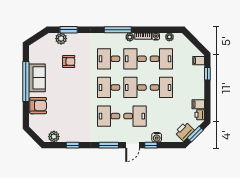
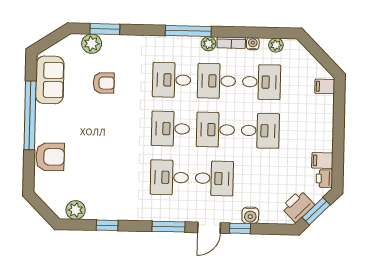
window: (207, 74) -> (339, 109), removed
sofa: (37, 78) -> (50, 80), moved

